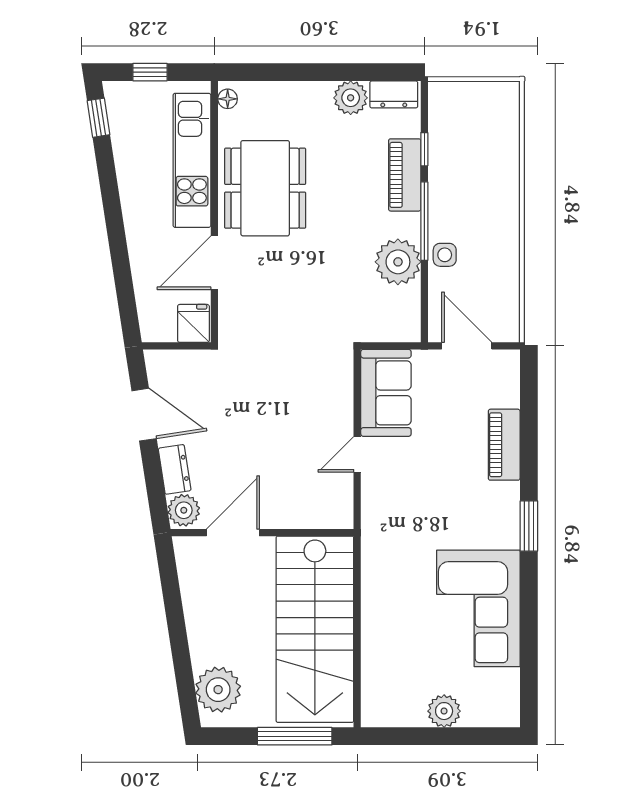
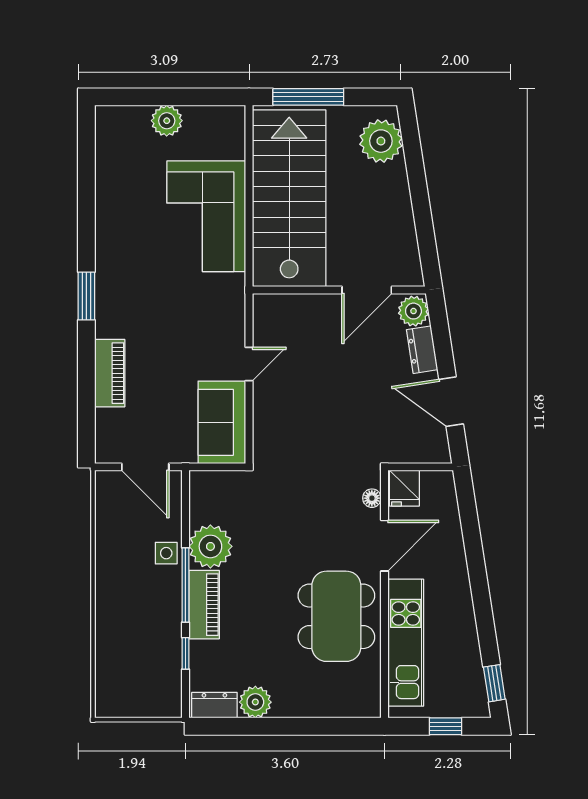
floor lamp: (228, 99) -> (372, 498), moved
piano: (405, 175) -> (204, 605), moved
corner sofa: (478, 608) -> (206, 216), moved, turned 180

